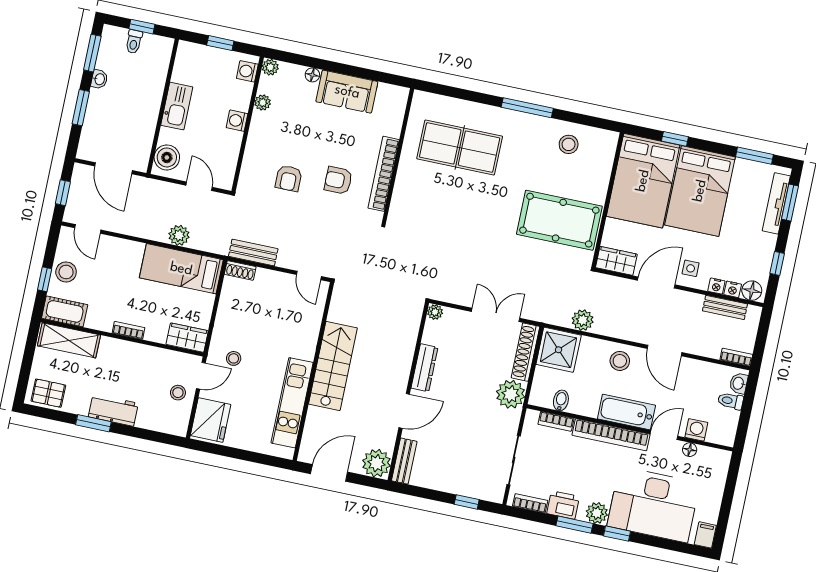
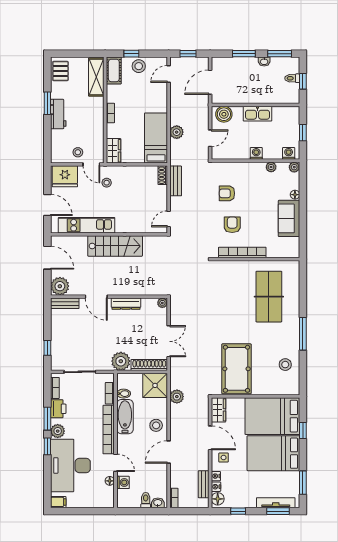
bathtub: (626, 412) -> (125, 417), moved
door: (249, 456) -> (47, 205), added

